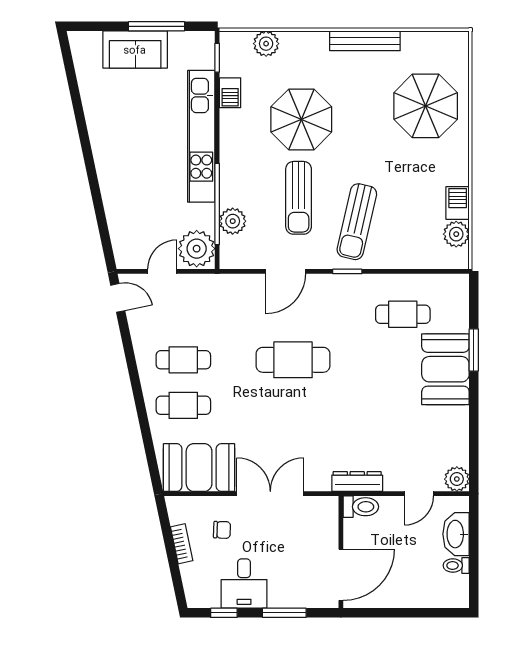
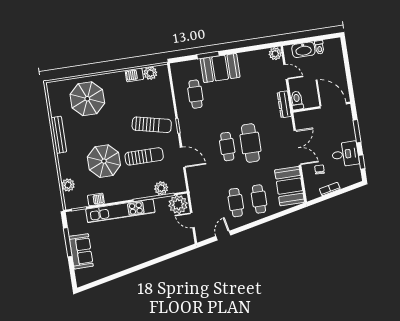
door: (118, 298) -> (223, 236), moved
cafe table: (293, 360) -> (227, 147), width x0.73, depth x0.74
cafe table: (293, 405) -> (250, 143), added
double door: (270, 494) -> (297, 148), swing flipped

